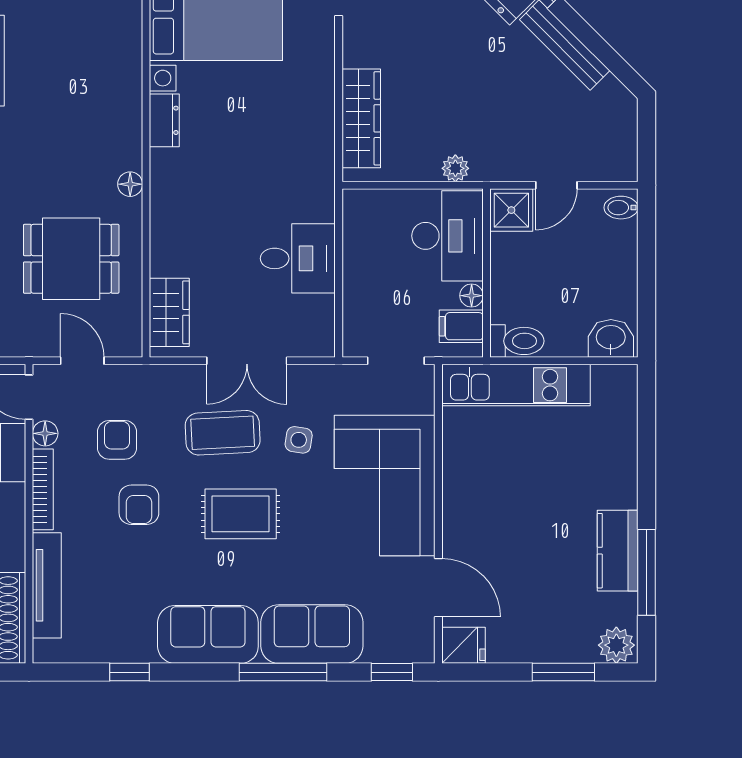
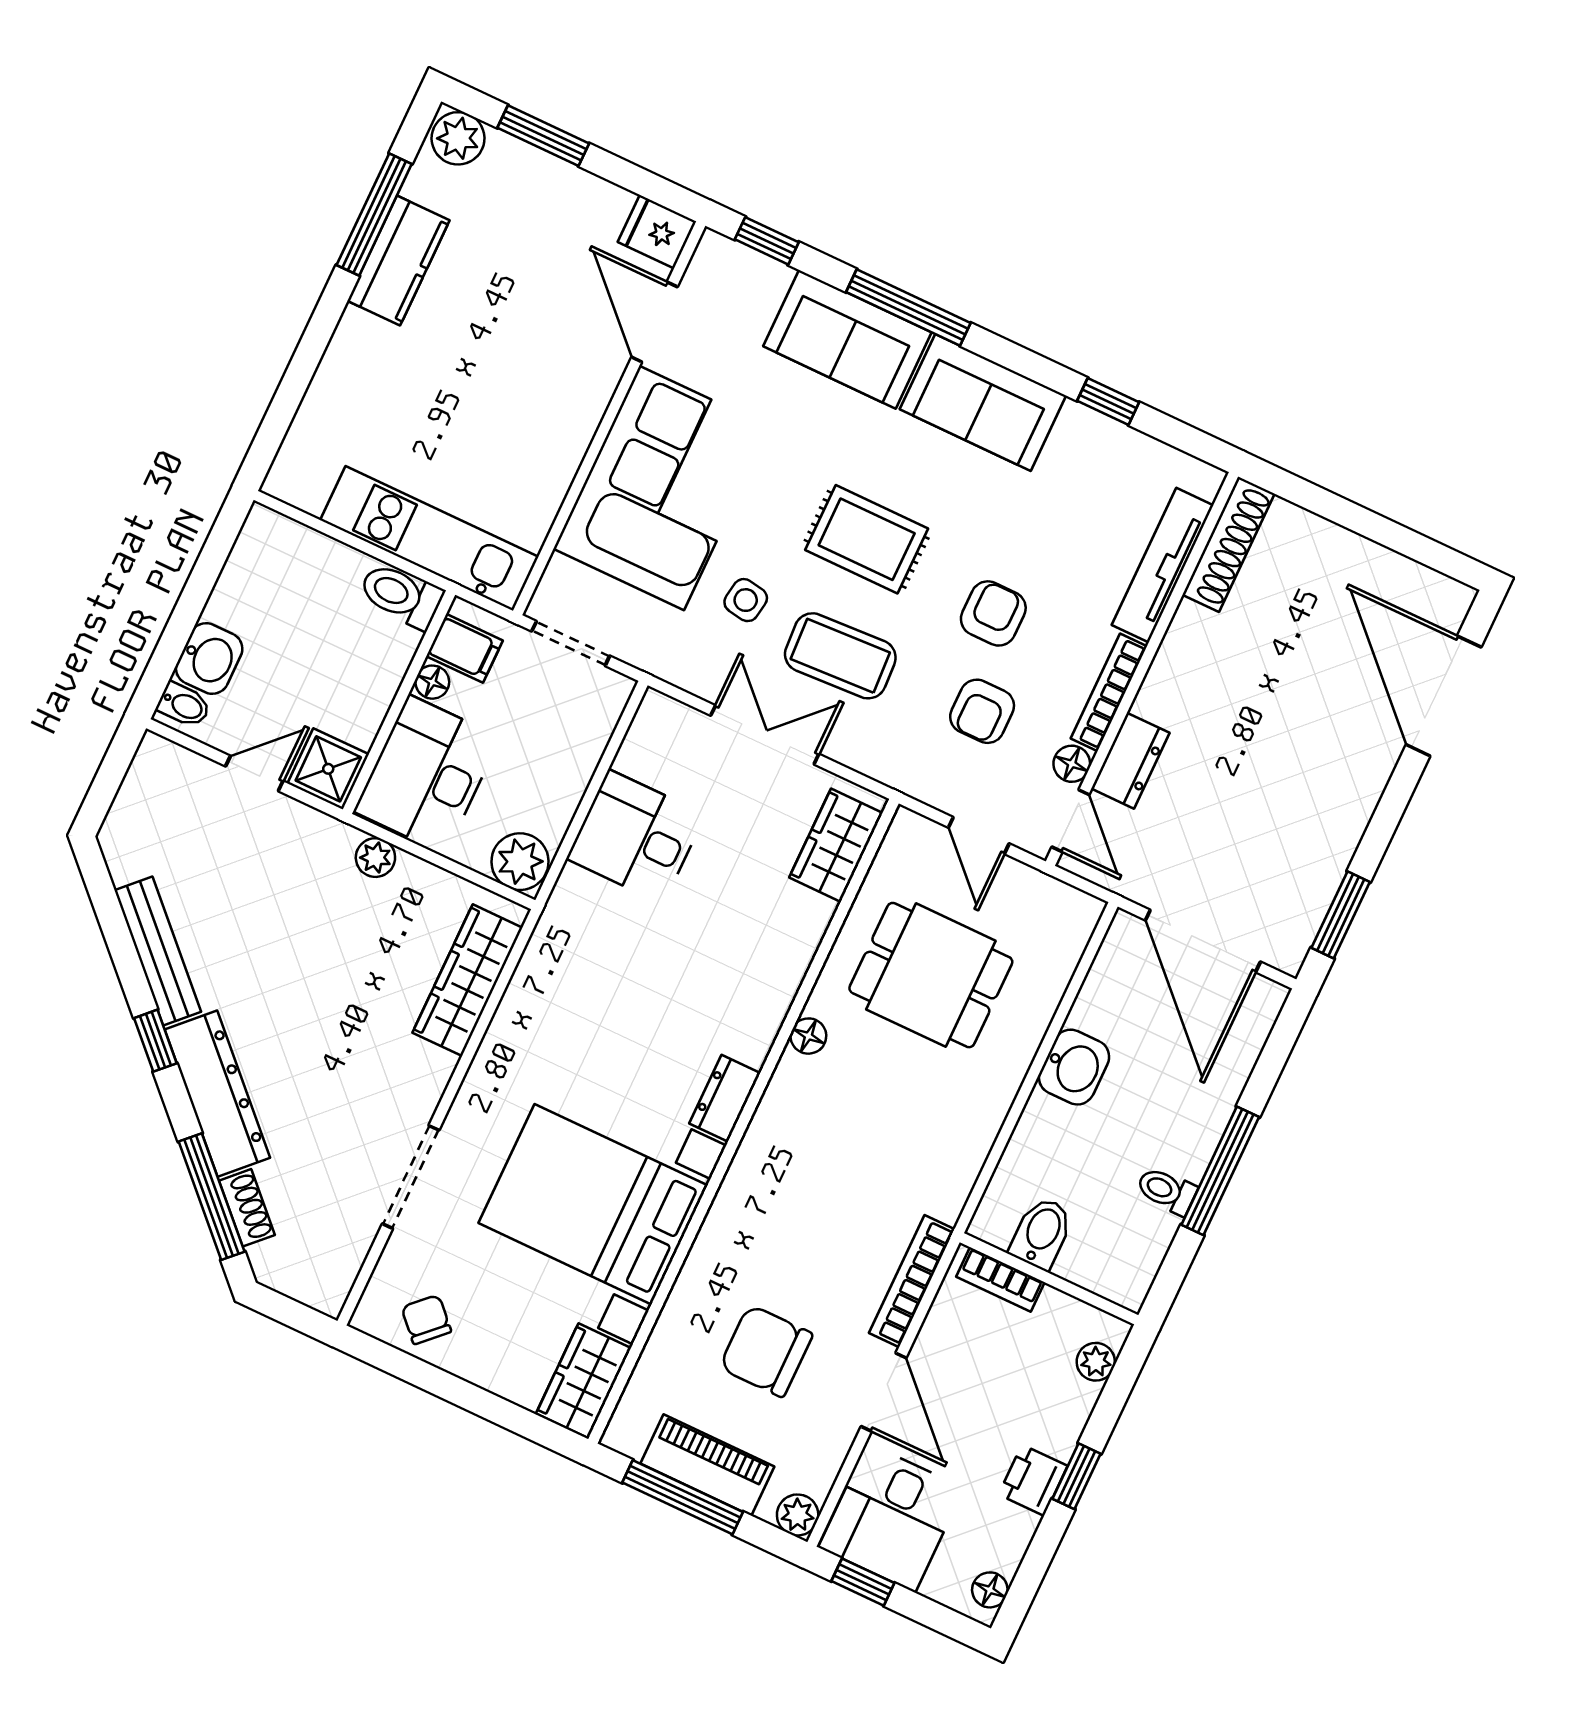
plant: (363, 209) -> (520, 862), added
washbasin: (611, 338) -> (209, 658), moved, turned -90

